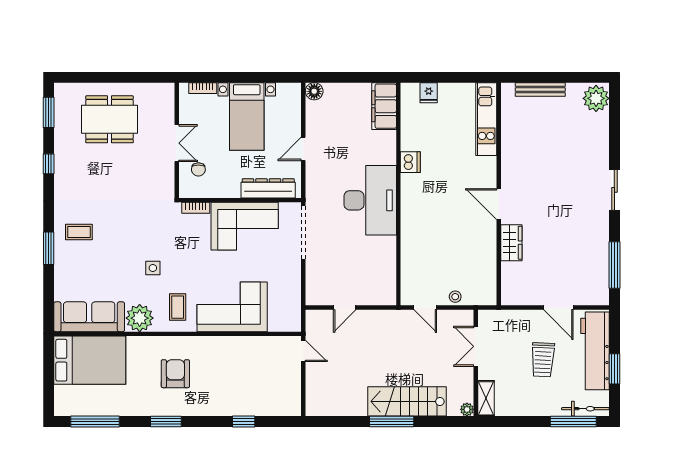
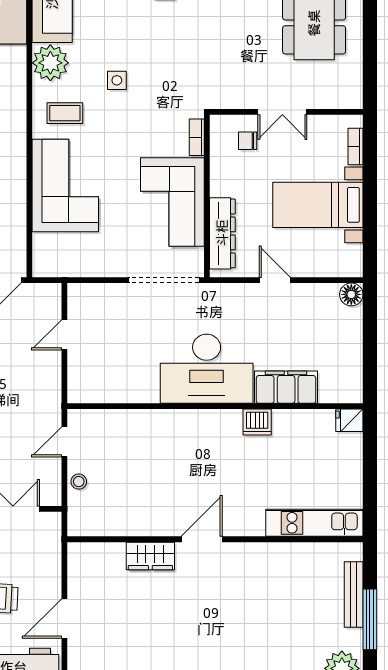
window: (559, 77) -> (370, 619), added
fridge: (429, 93) -> (349, 420), moved
filing cabinet: (384, 106) -> (286, 387), moved
door: (345, 307) -> (64, 335), hinge flipped

